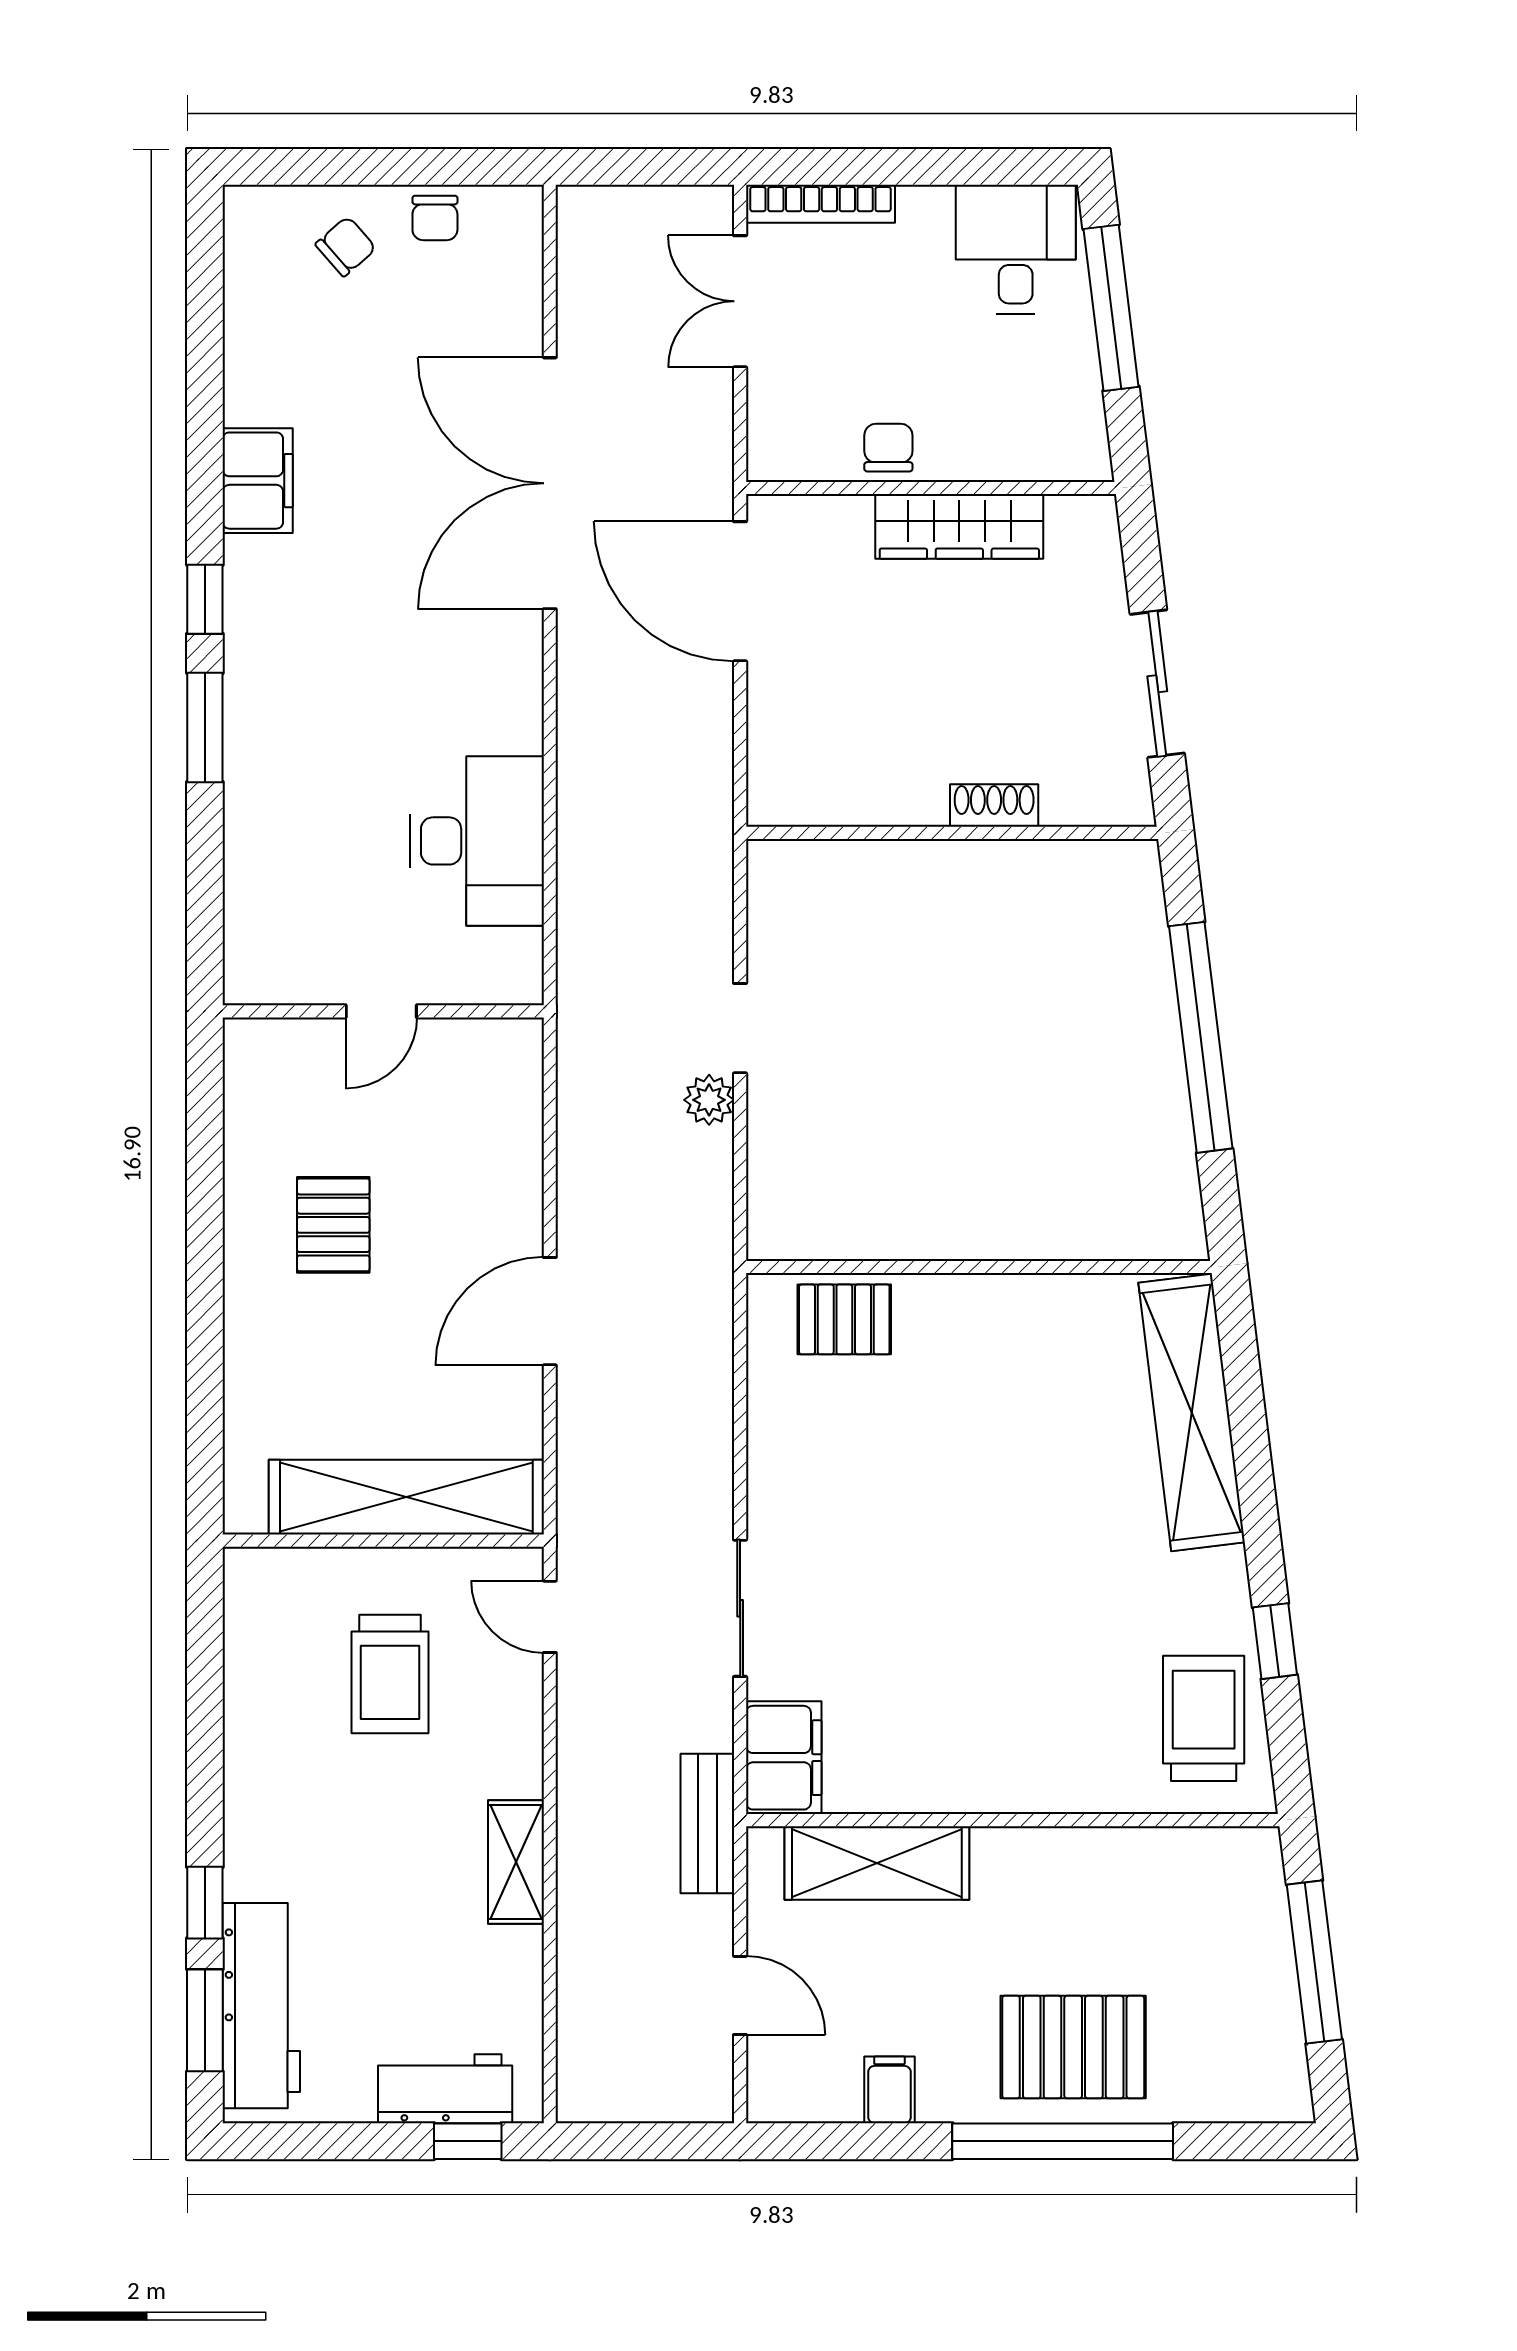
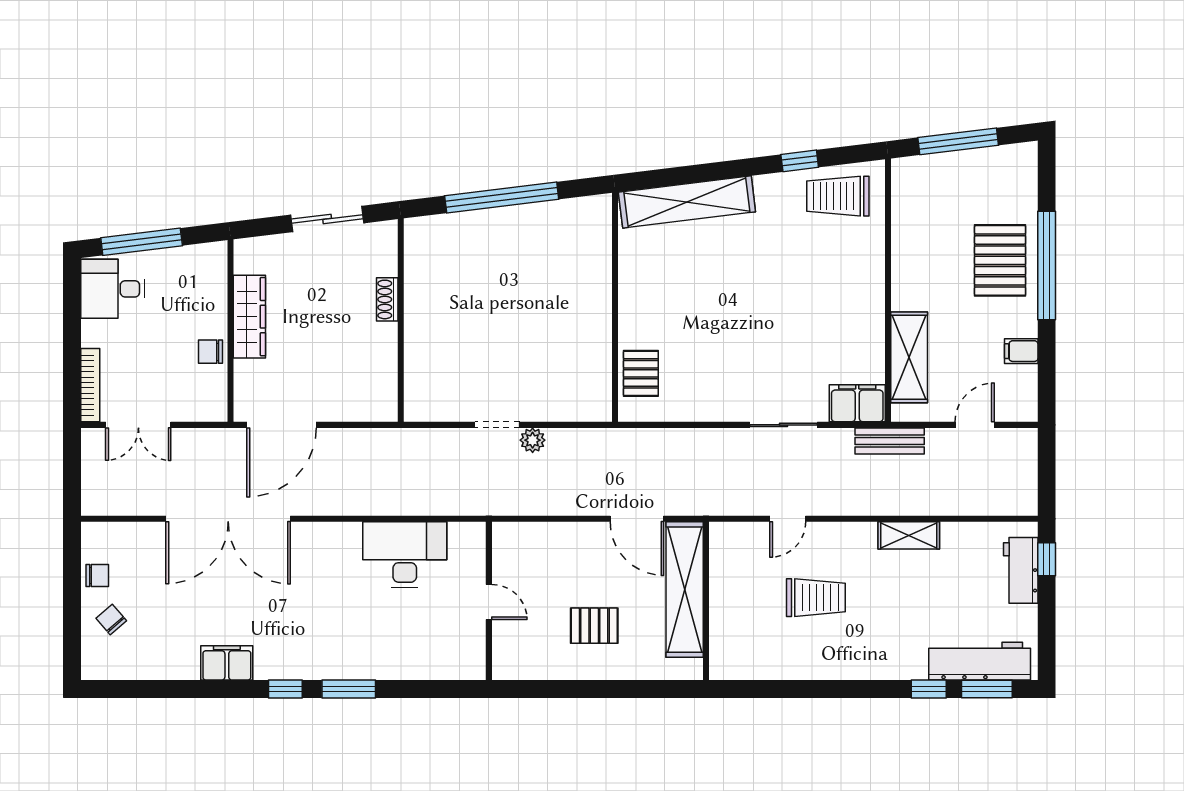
shelving: (406, 1497) -> (685, 590), moved
wall: (383, 1541) -> (706, 601), moved

